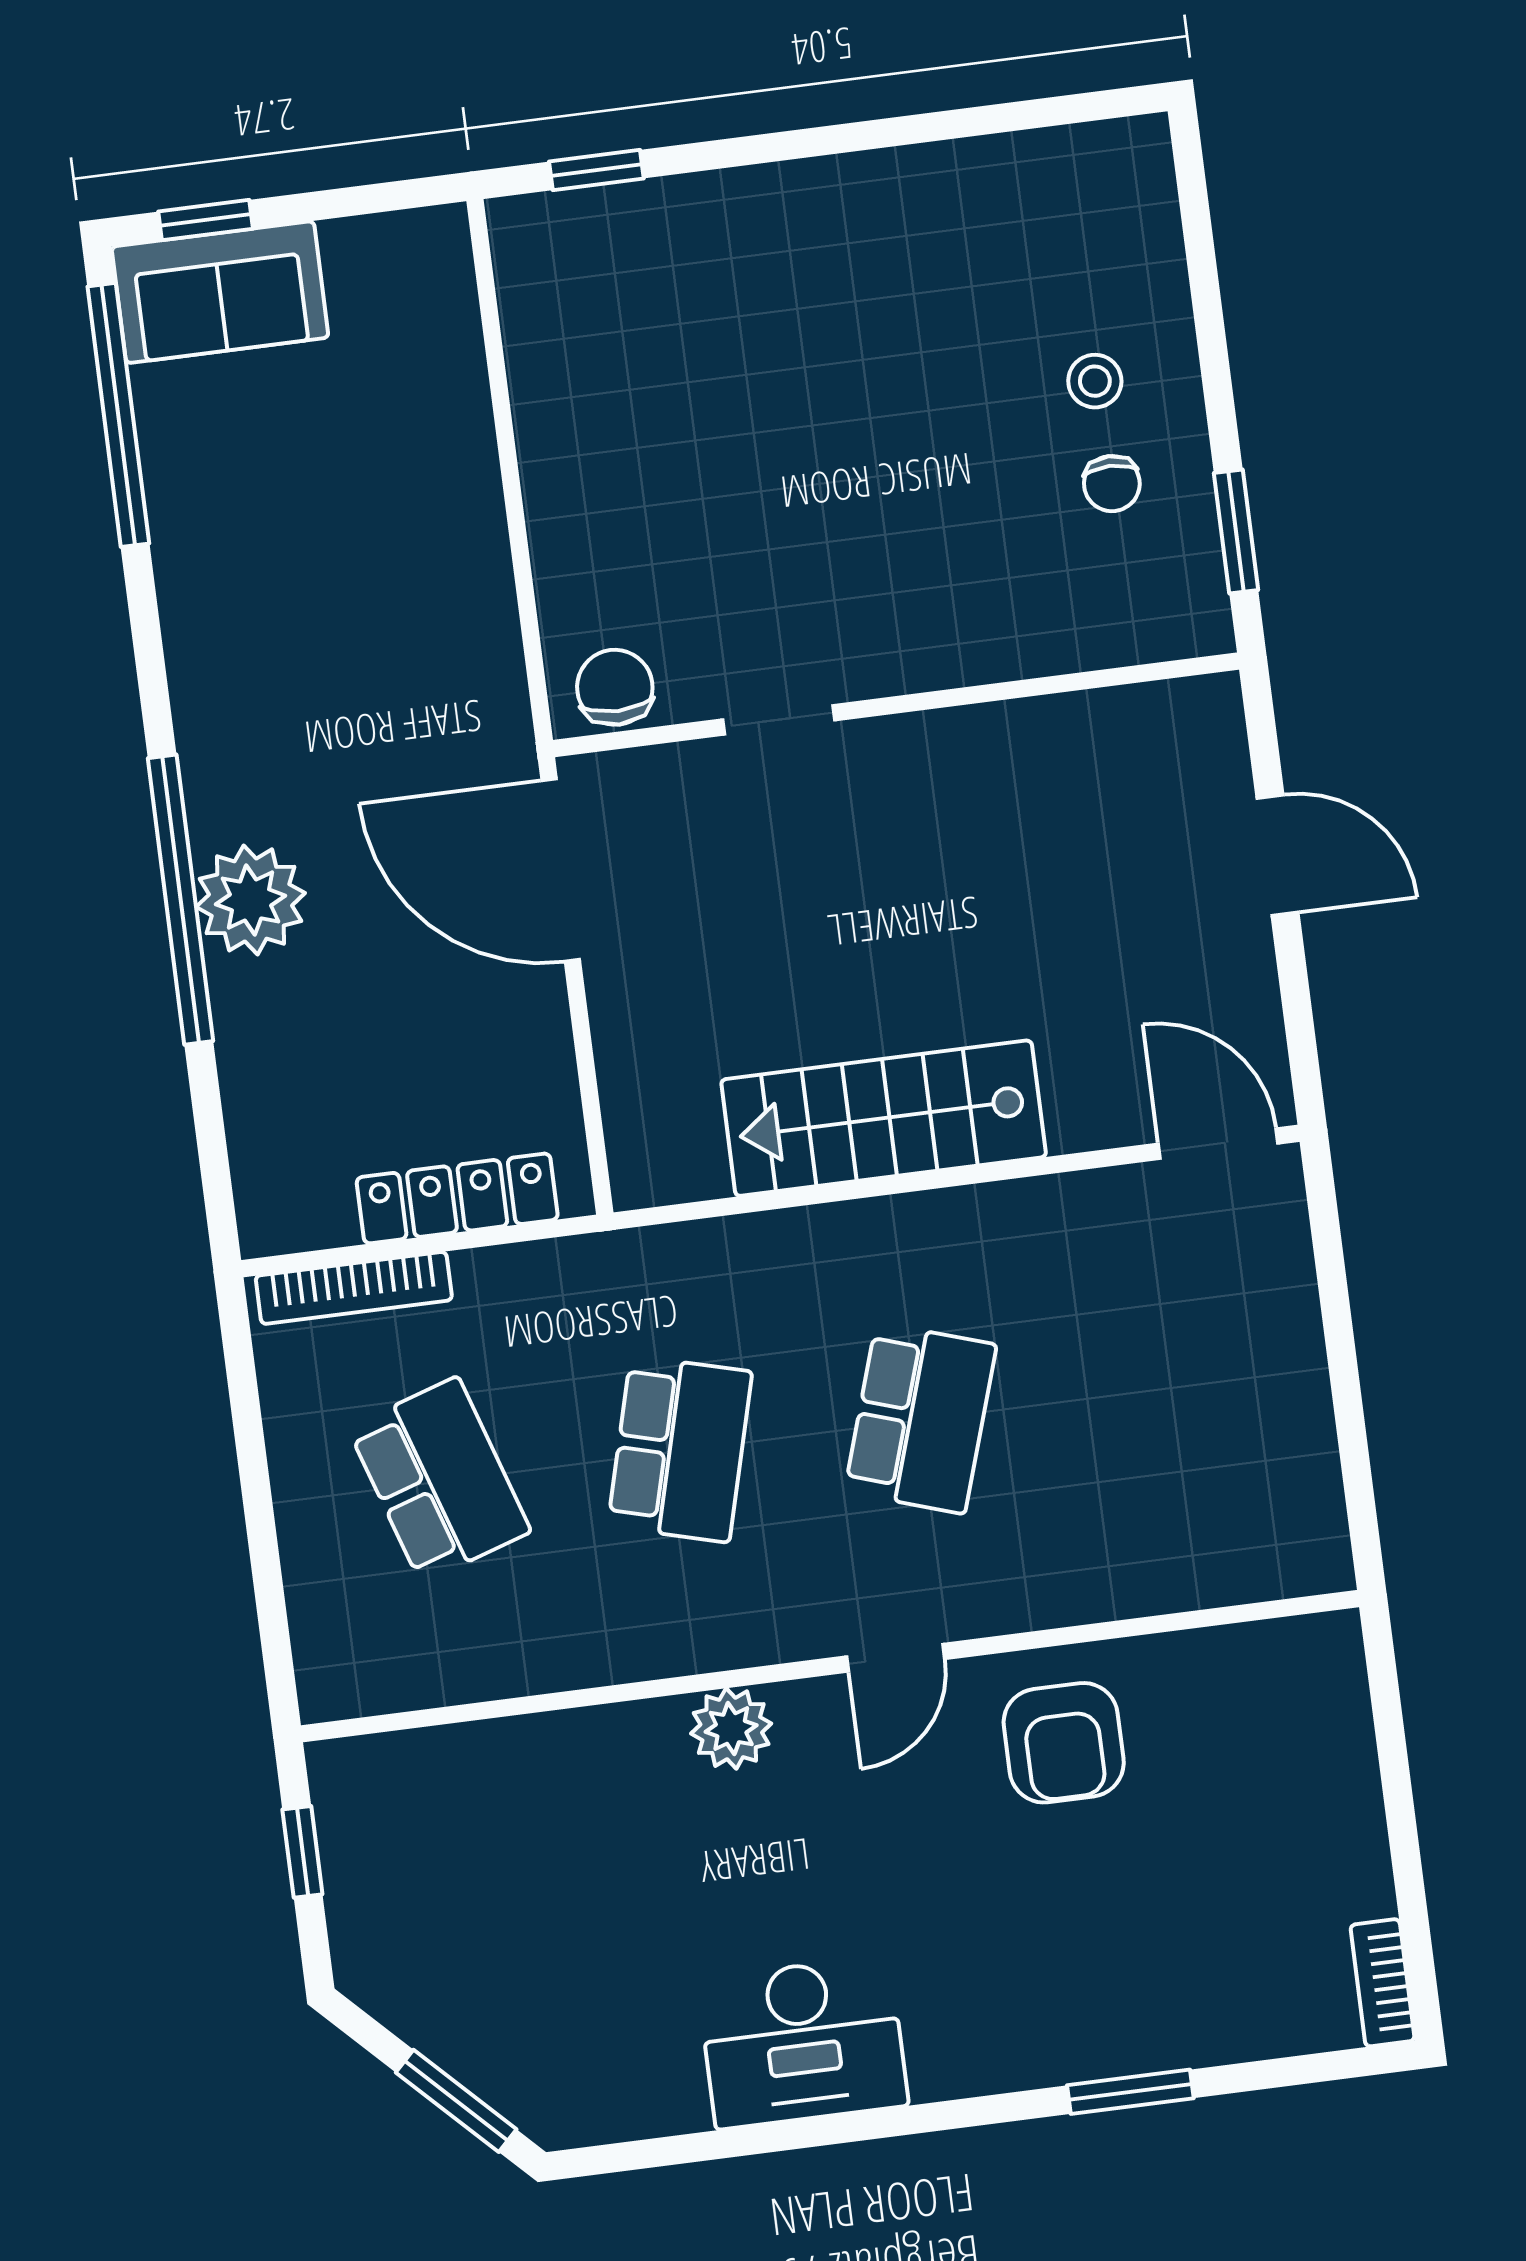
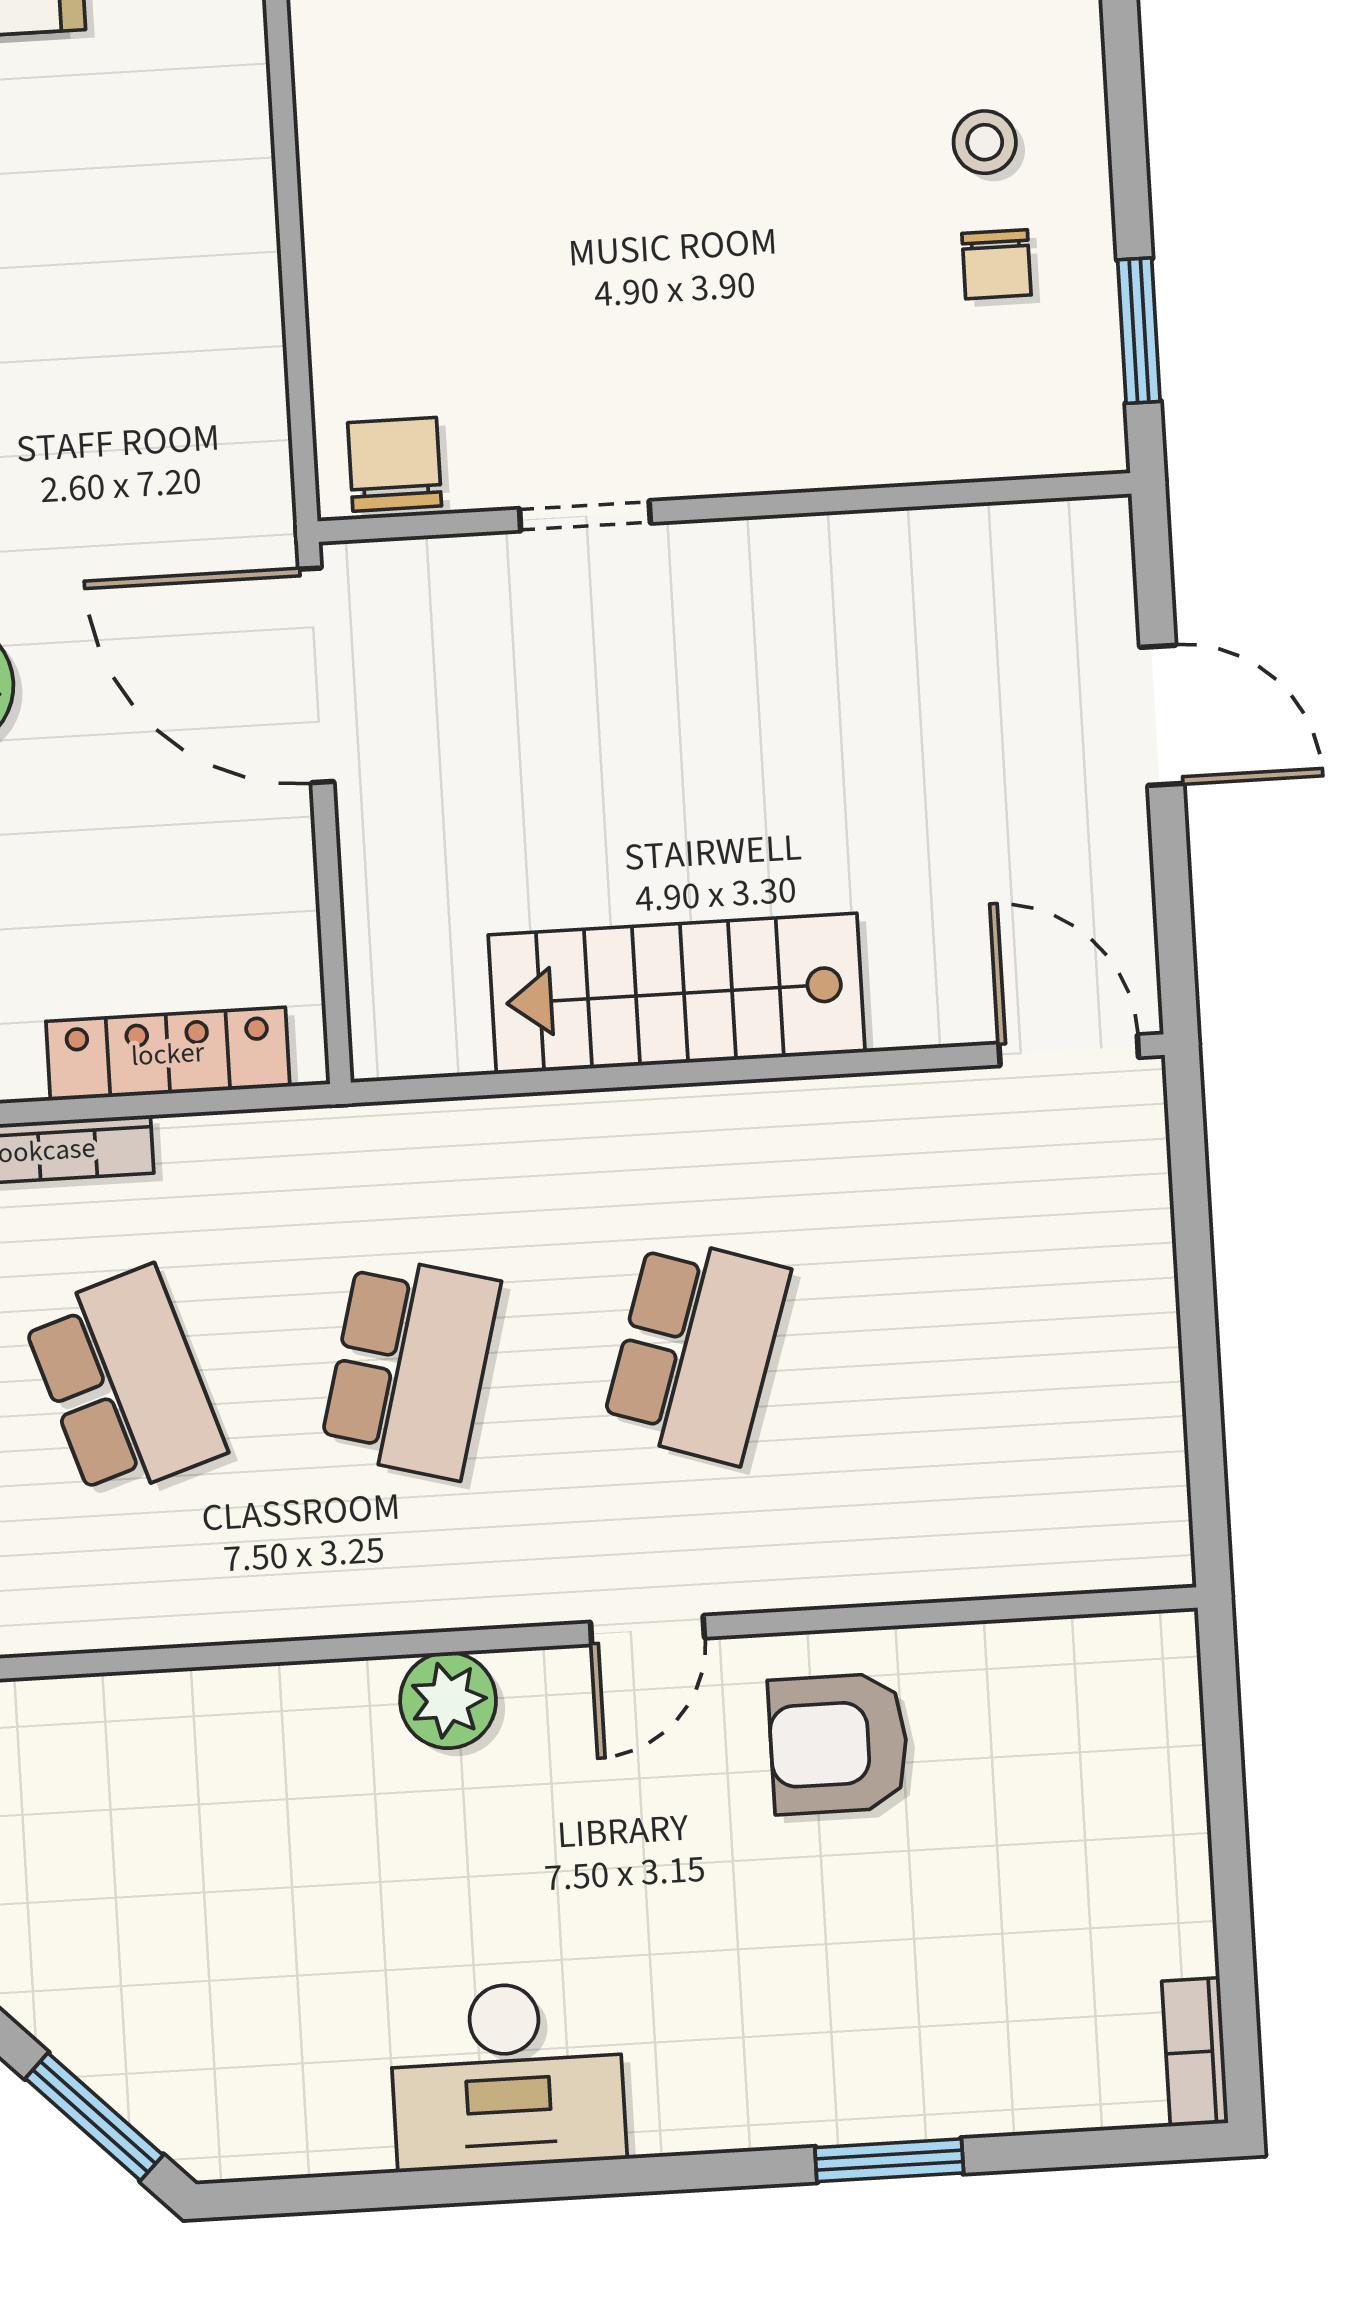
armchair: (1064, 1743) -> (839, 1744), turned 90

